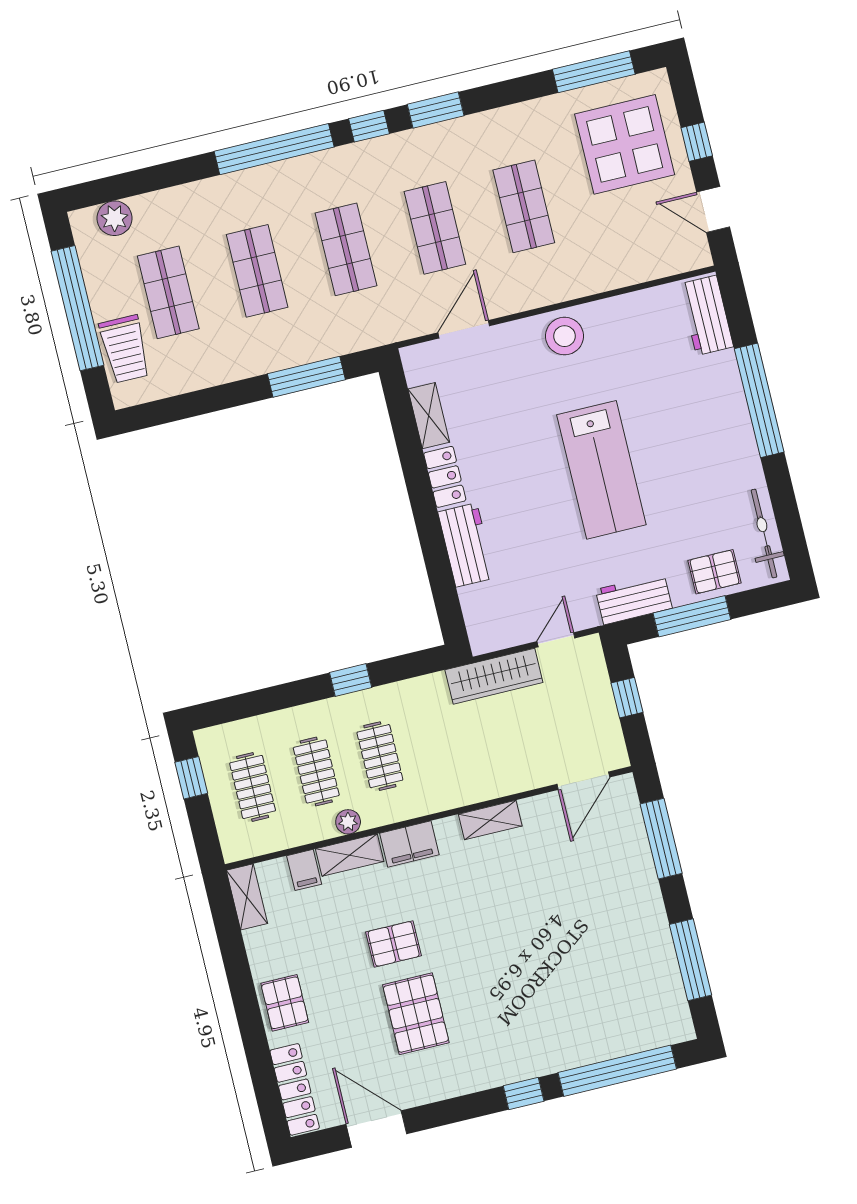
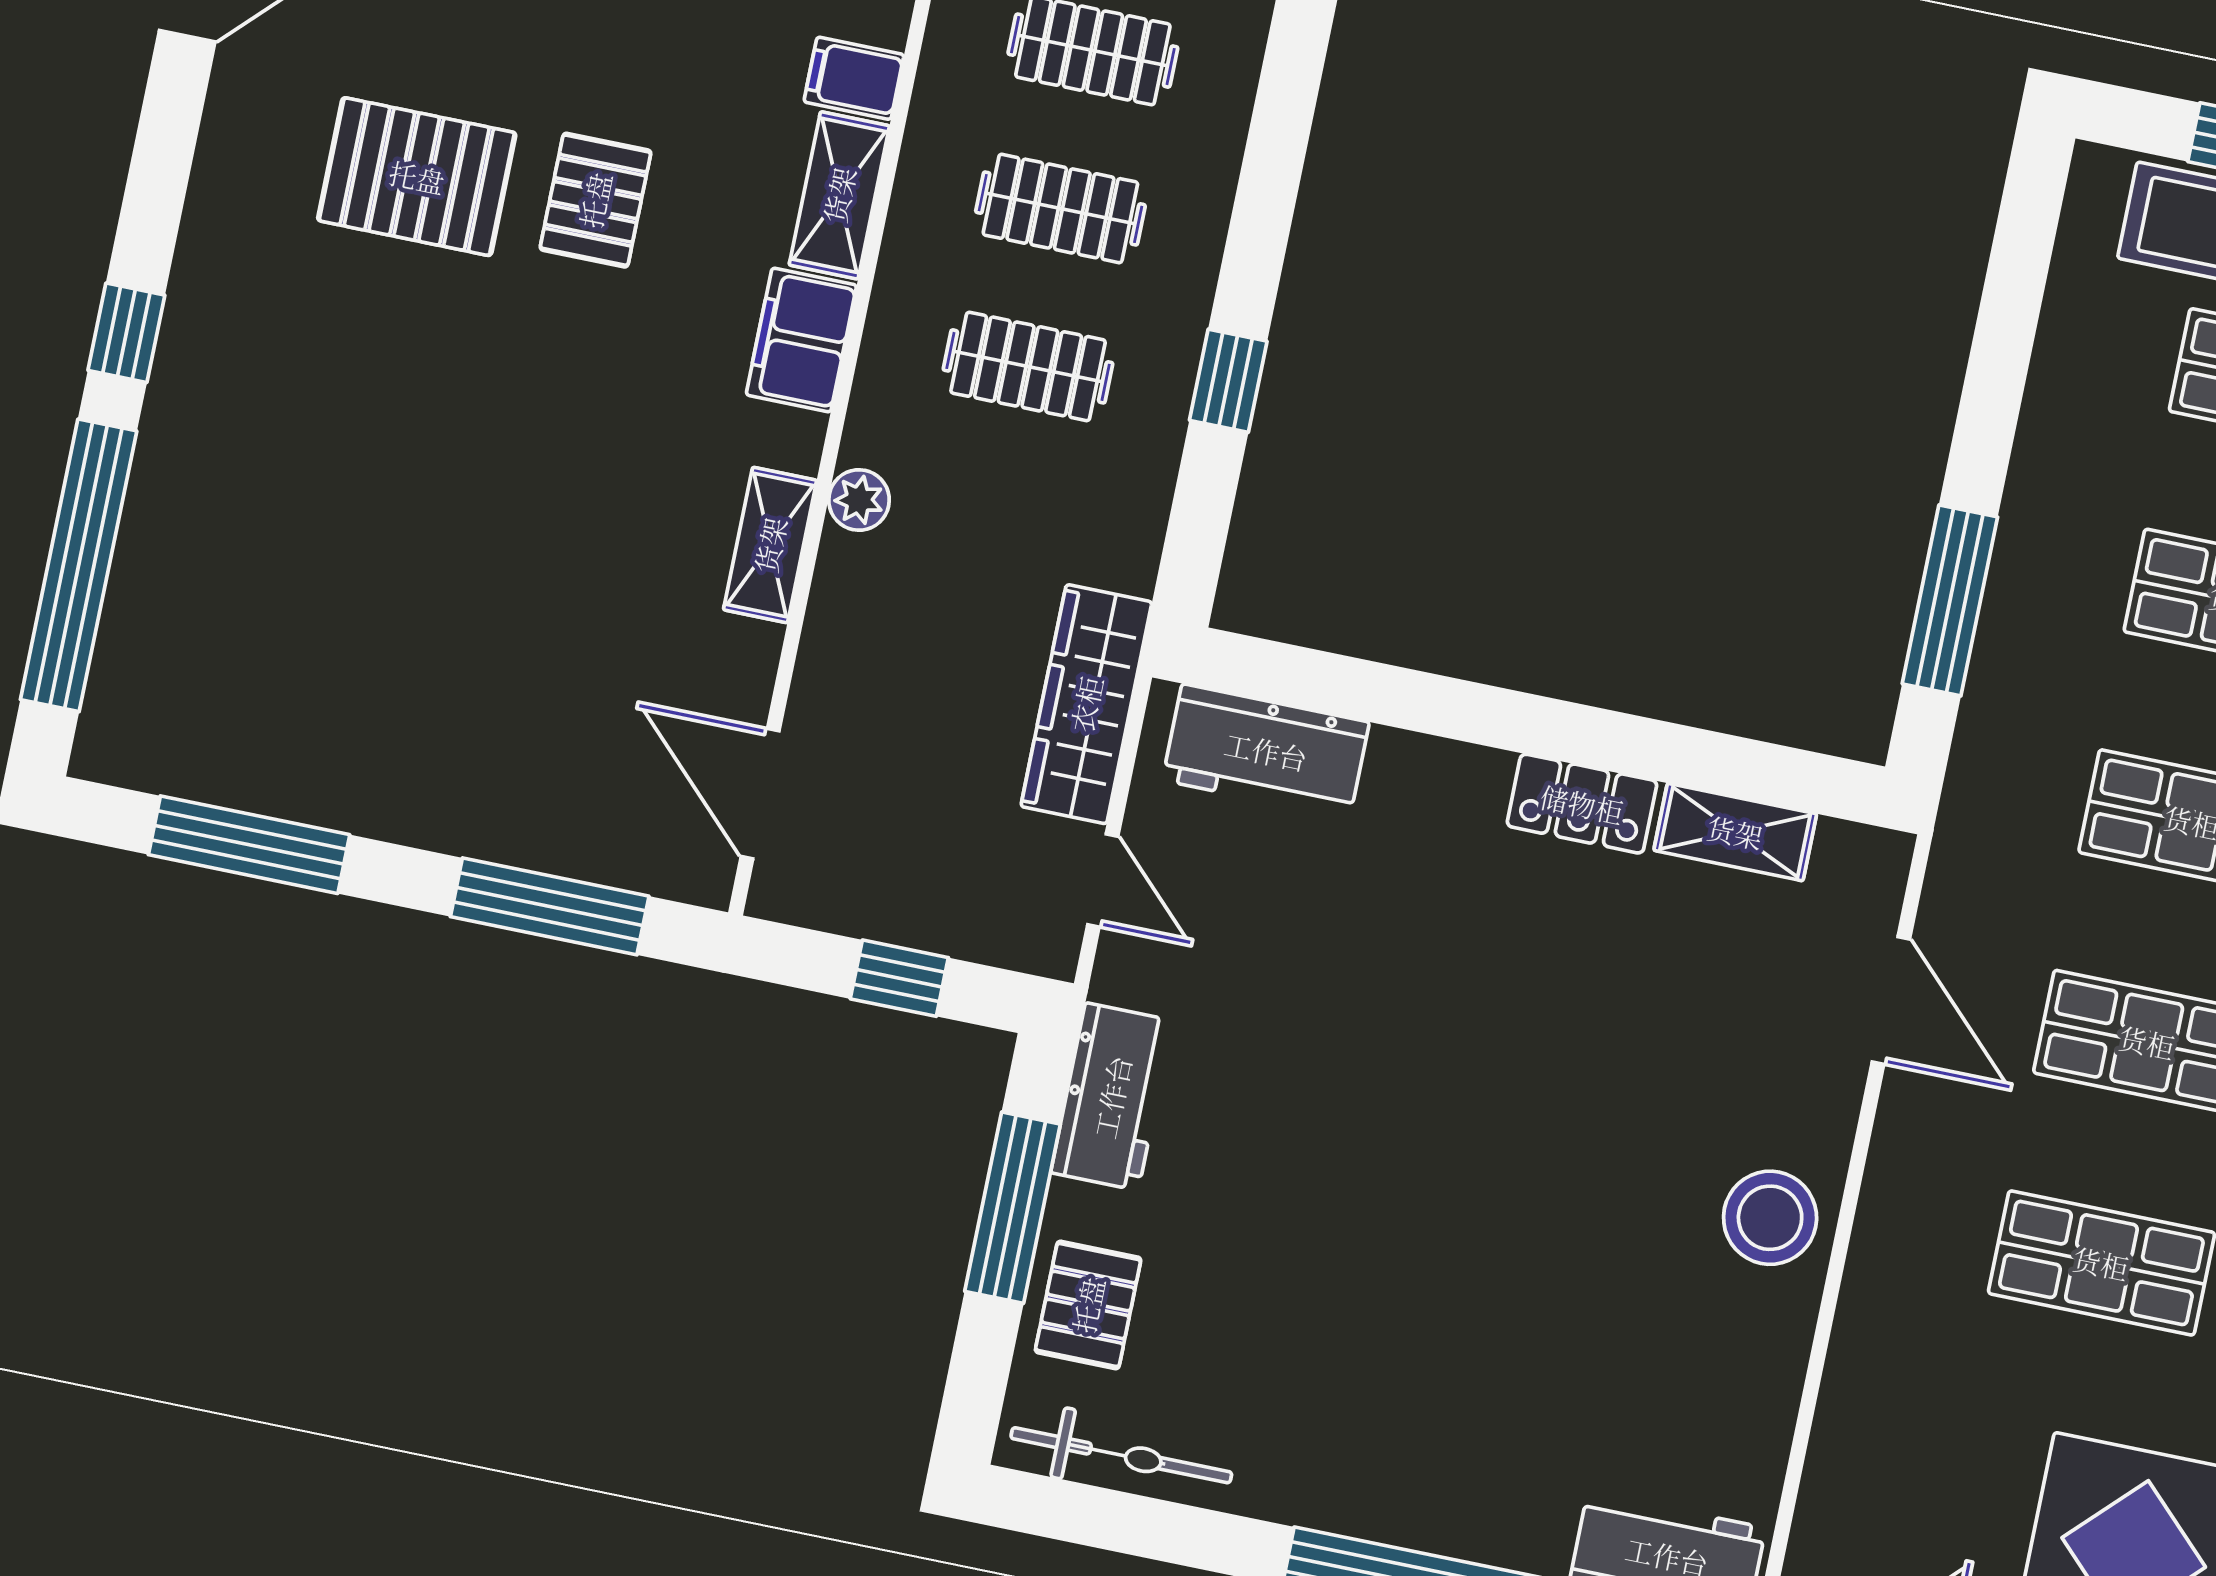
lab bench: (601, 470) -> (1433, 1160), removed
workbench: (466, 545) -> (1266, 751), moved
plant: (348, 822) -> (859, 500), moved

